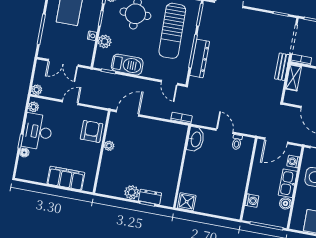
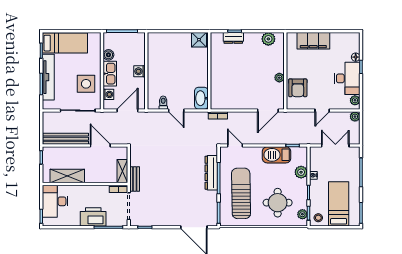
plant: (132, 192) -> (268, 39), moved
washing machine: (252, 201) -> (140, 71), moved

